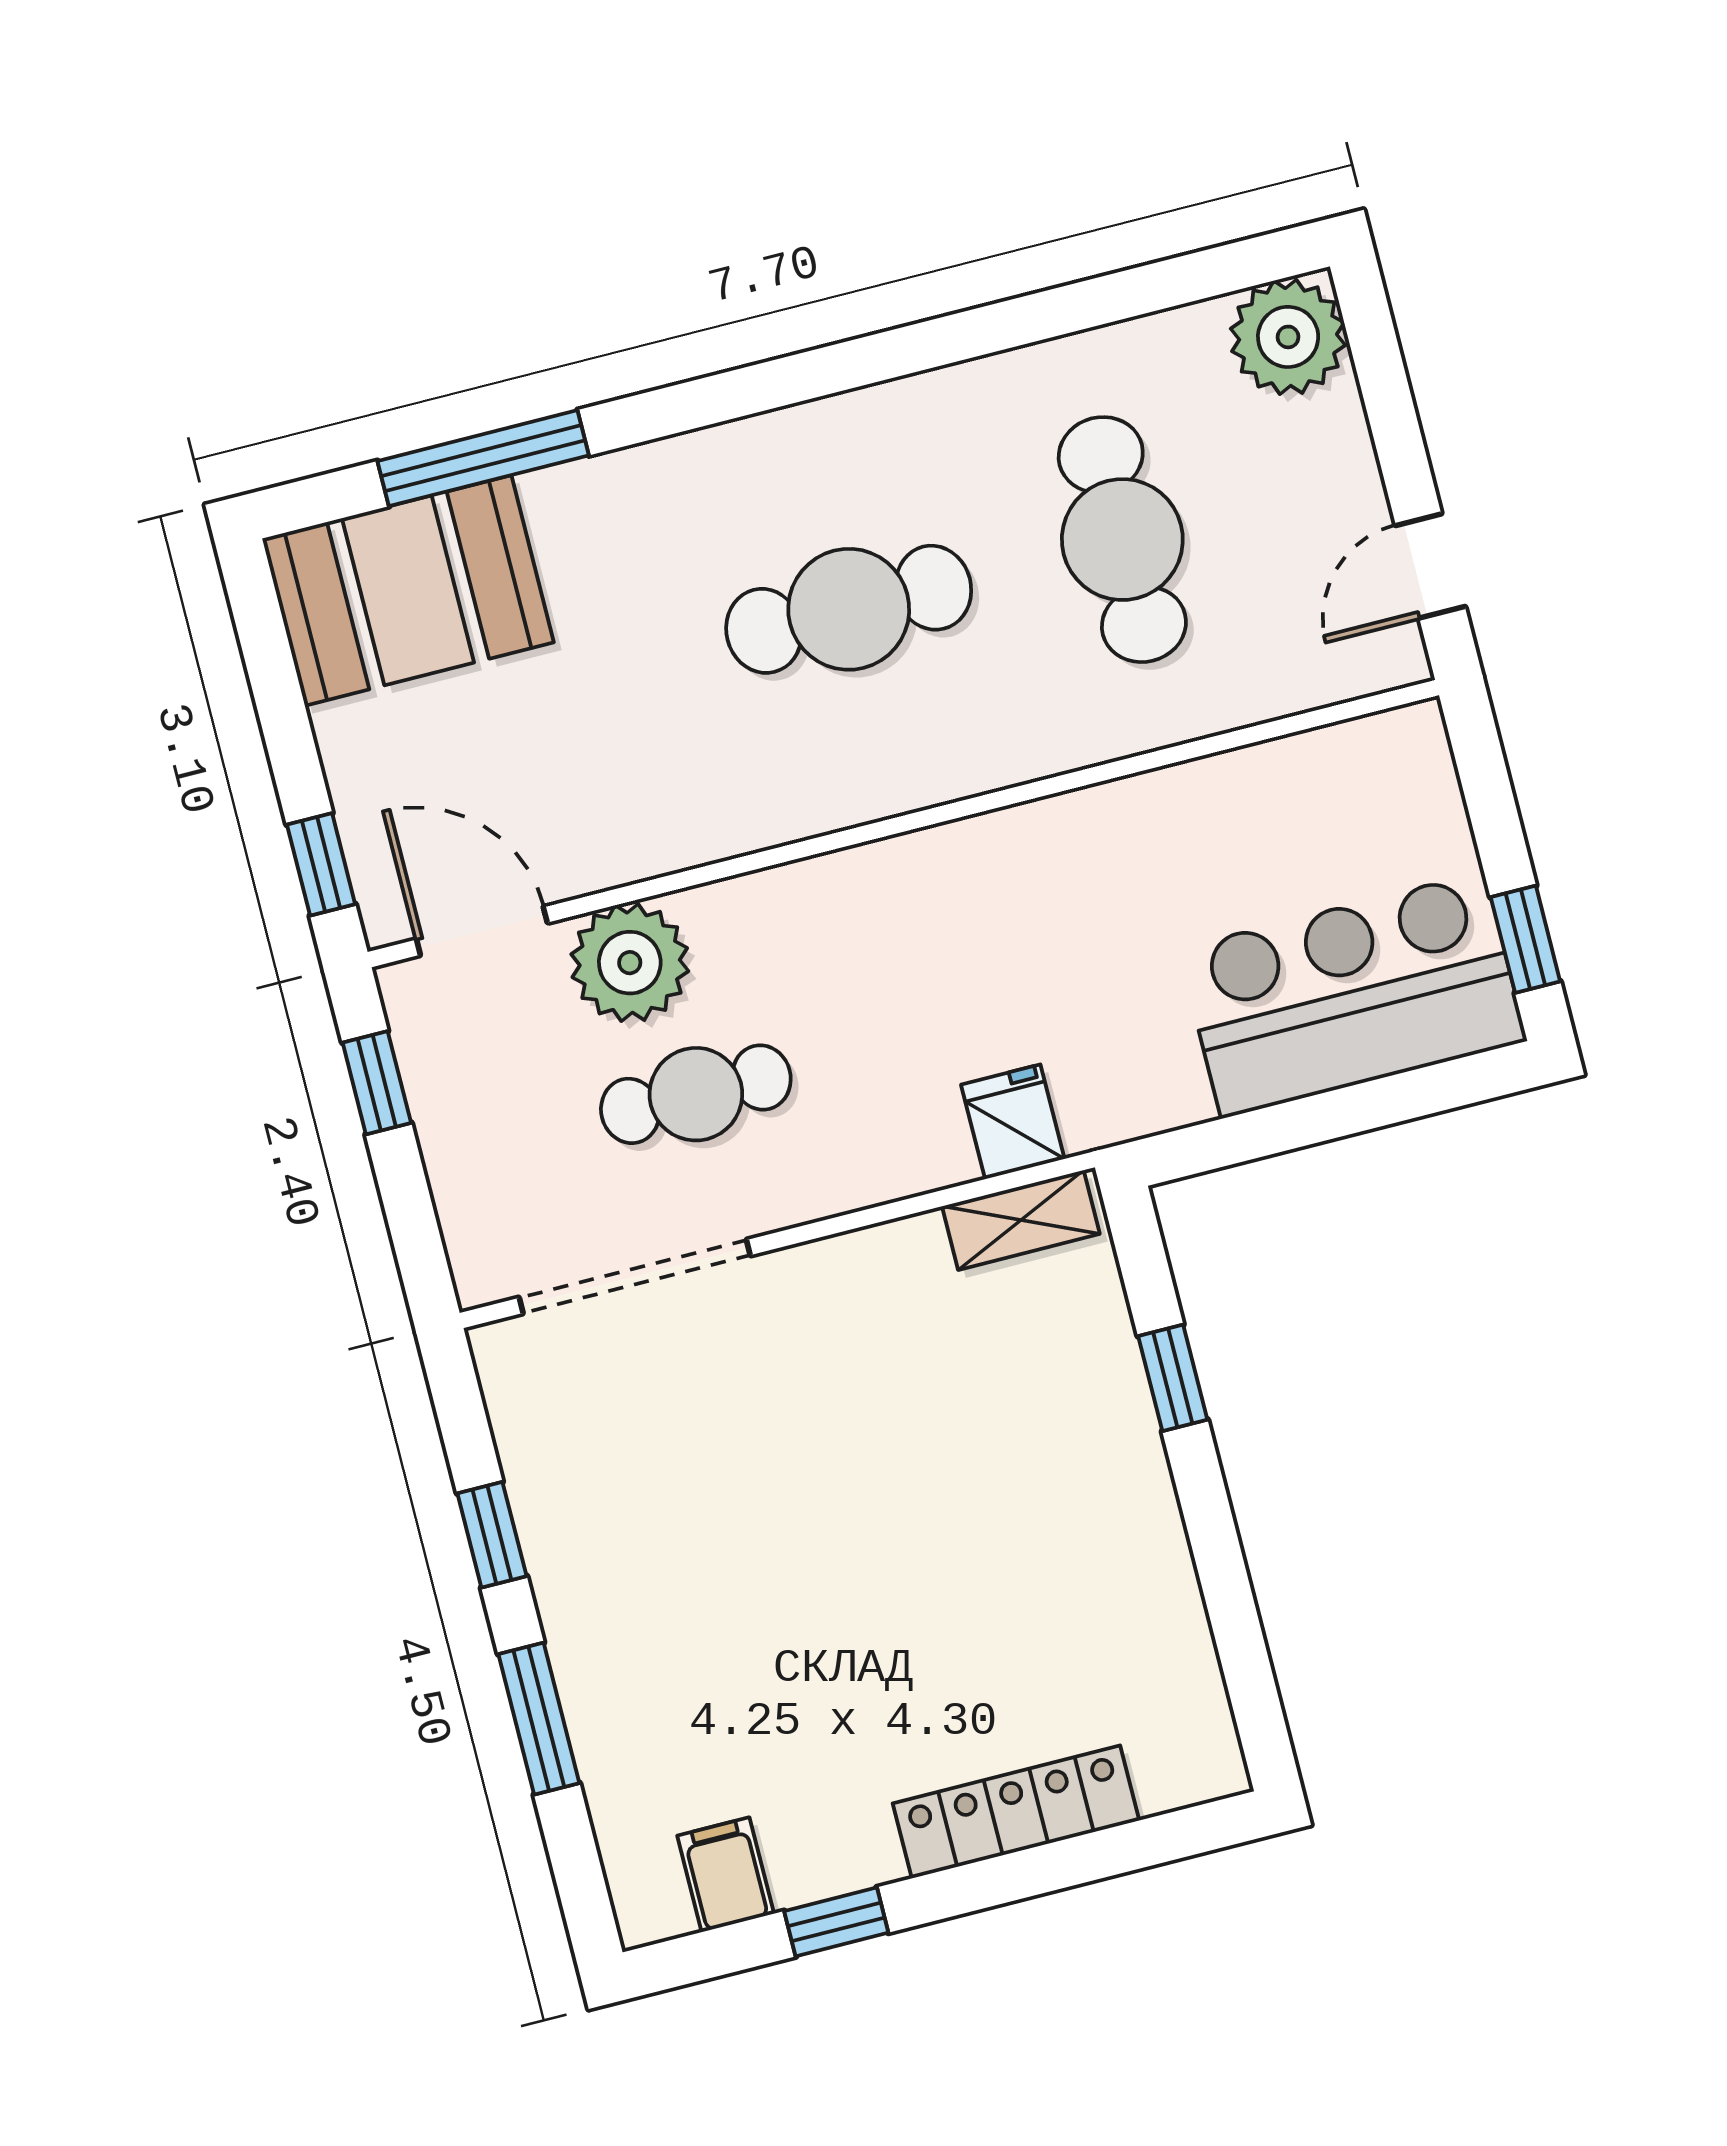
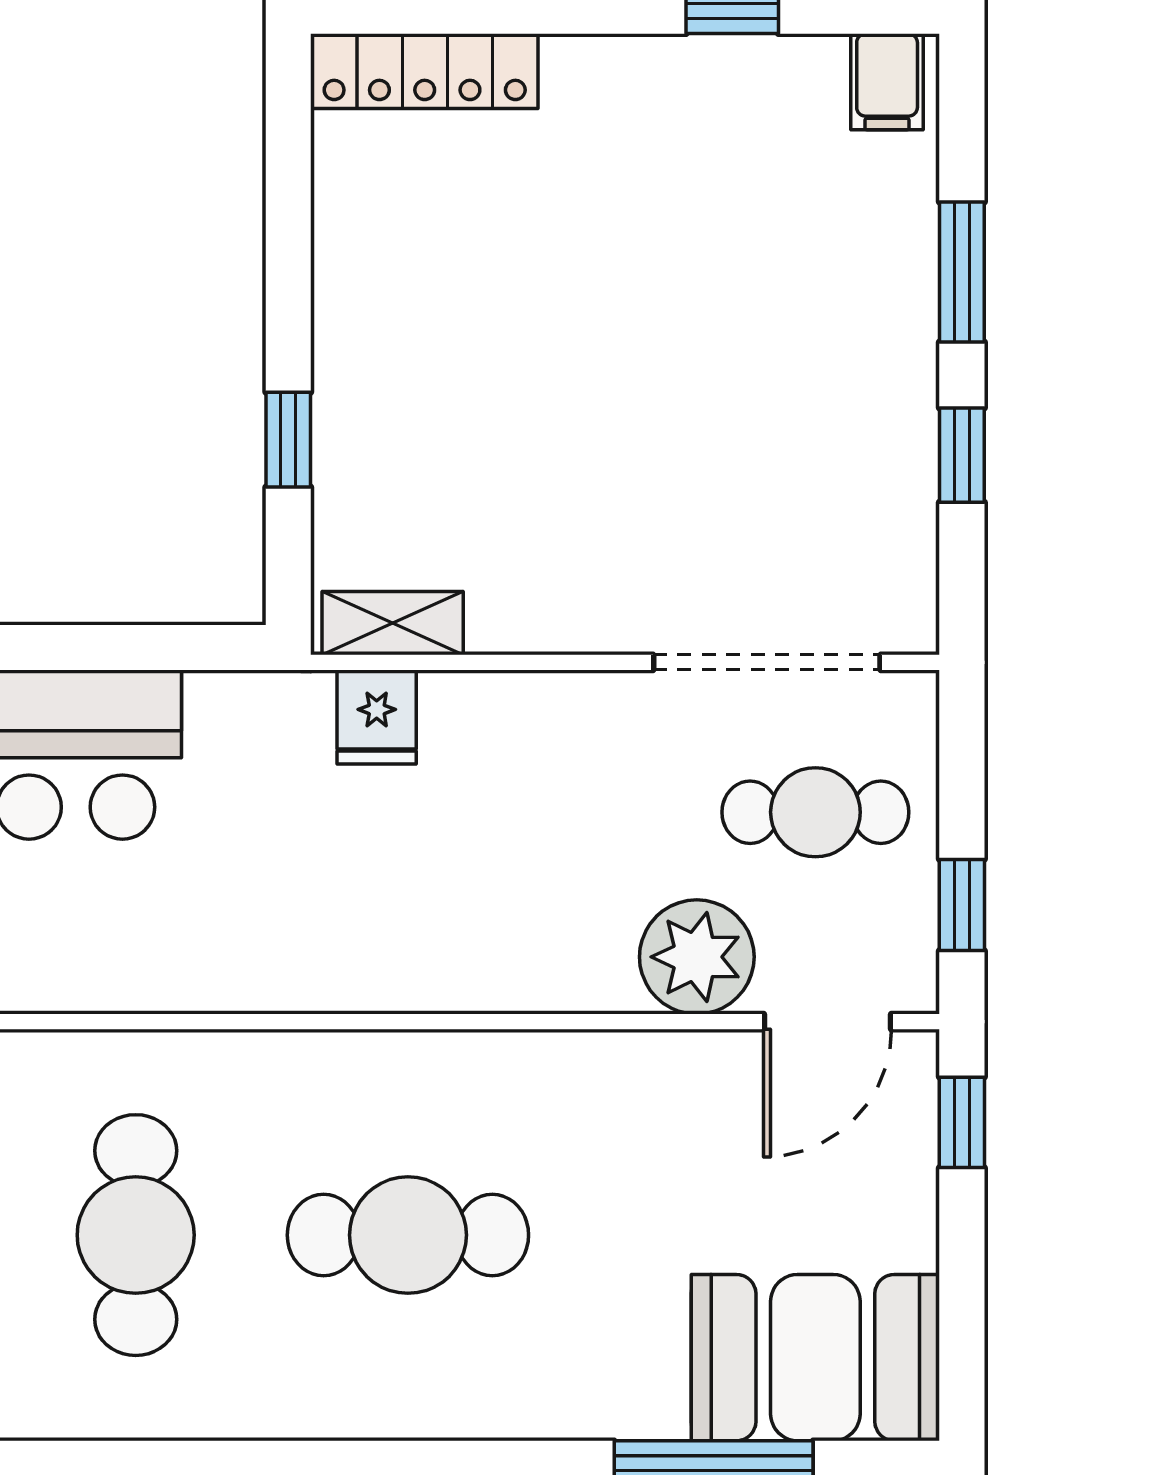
door: (482, 931) -> (827, 1022), hinge flipped
cafe table: (696, 1094) -> (815, 812), moved
locker: (1016, 1812) -> (425, 71), moved
filing cabinet: (726, 1875) -> (887, 82), moved

